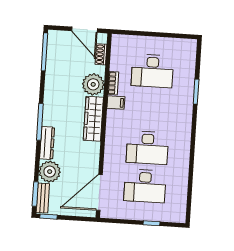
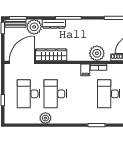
wardrobe: (93, 119) -> (51, 55), moved
plant: (181, 164) -> (45, 118), added
door: (99, 192) -> (22, 62), hinge flipped

